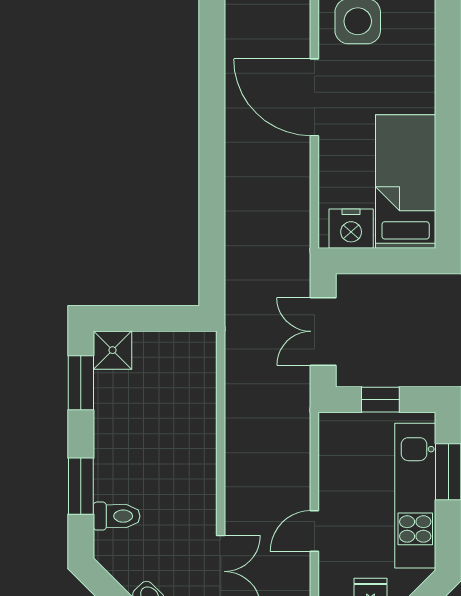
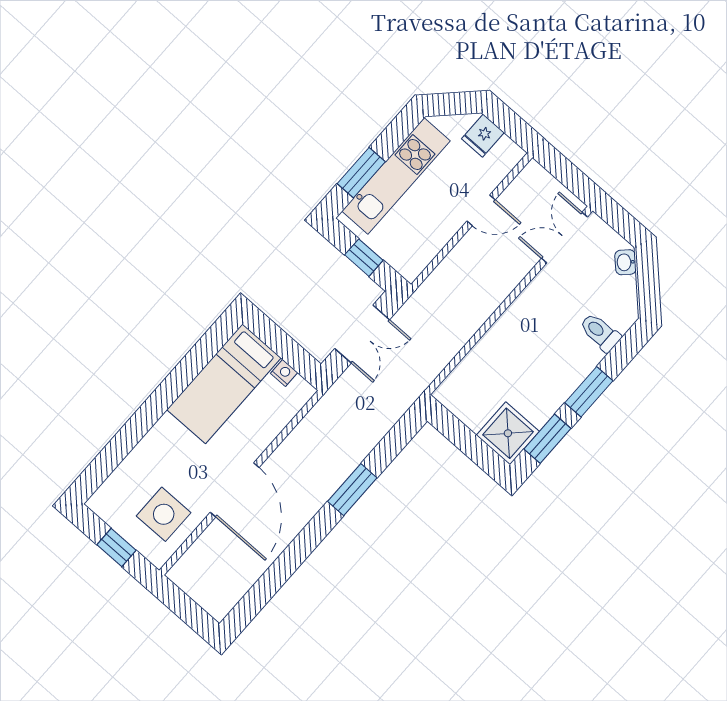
window: (212, 188) -> (352, 490), added
nightstand: (351, 229) -> (284, 373), width x0.53, depth x0.56
shower: (112, 350) -> (508, 433), width x1.36, depth x1.36
window: (81, 486) -> (589, 392), moved

